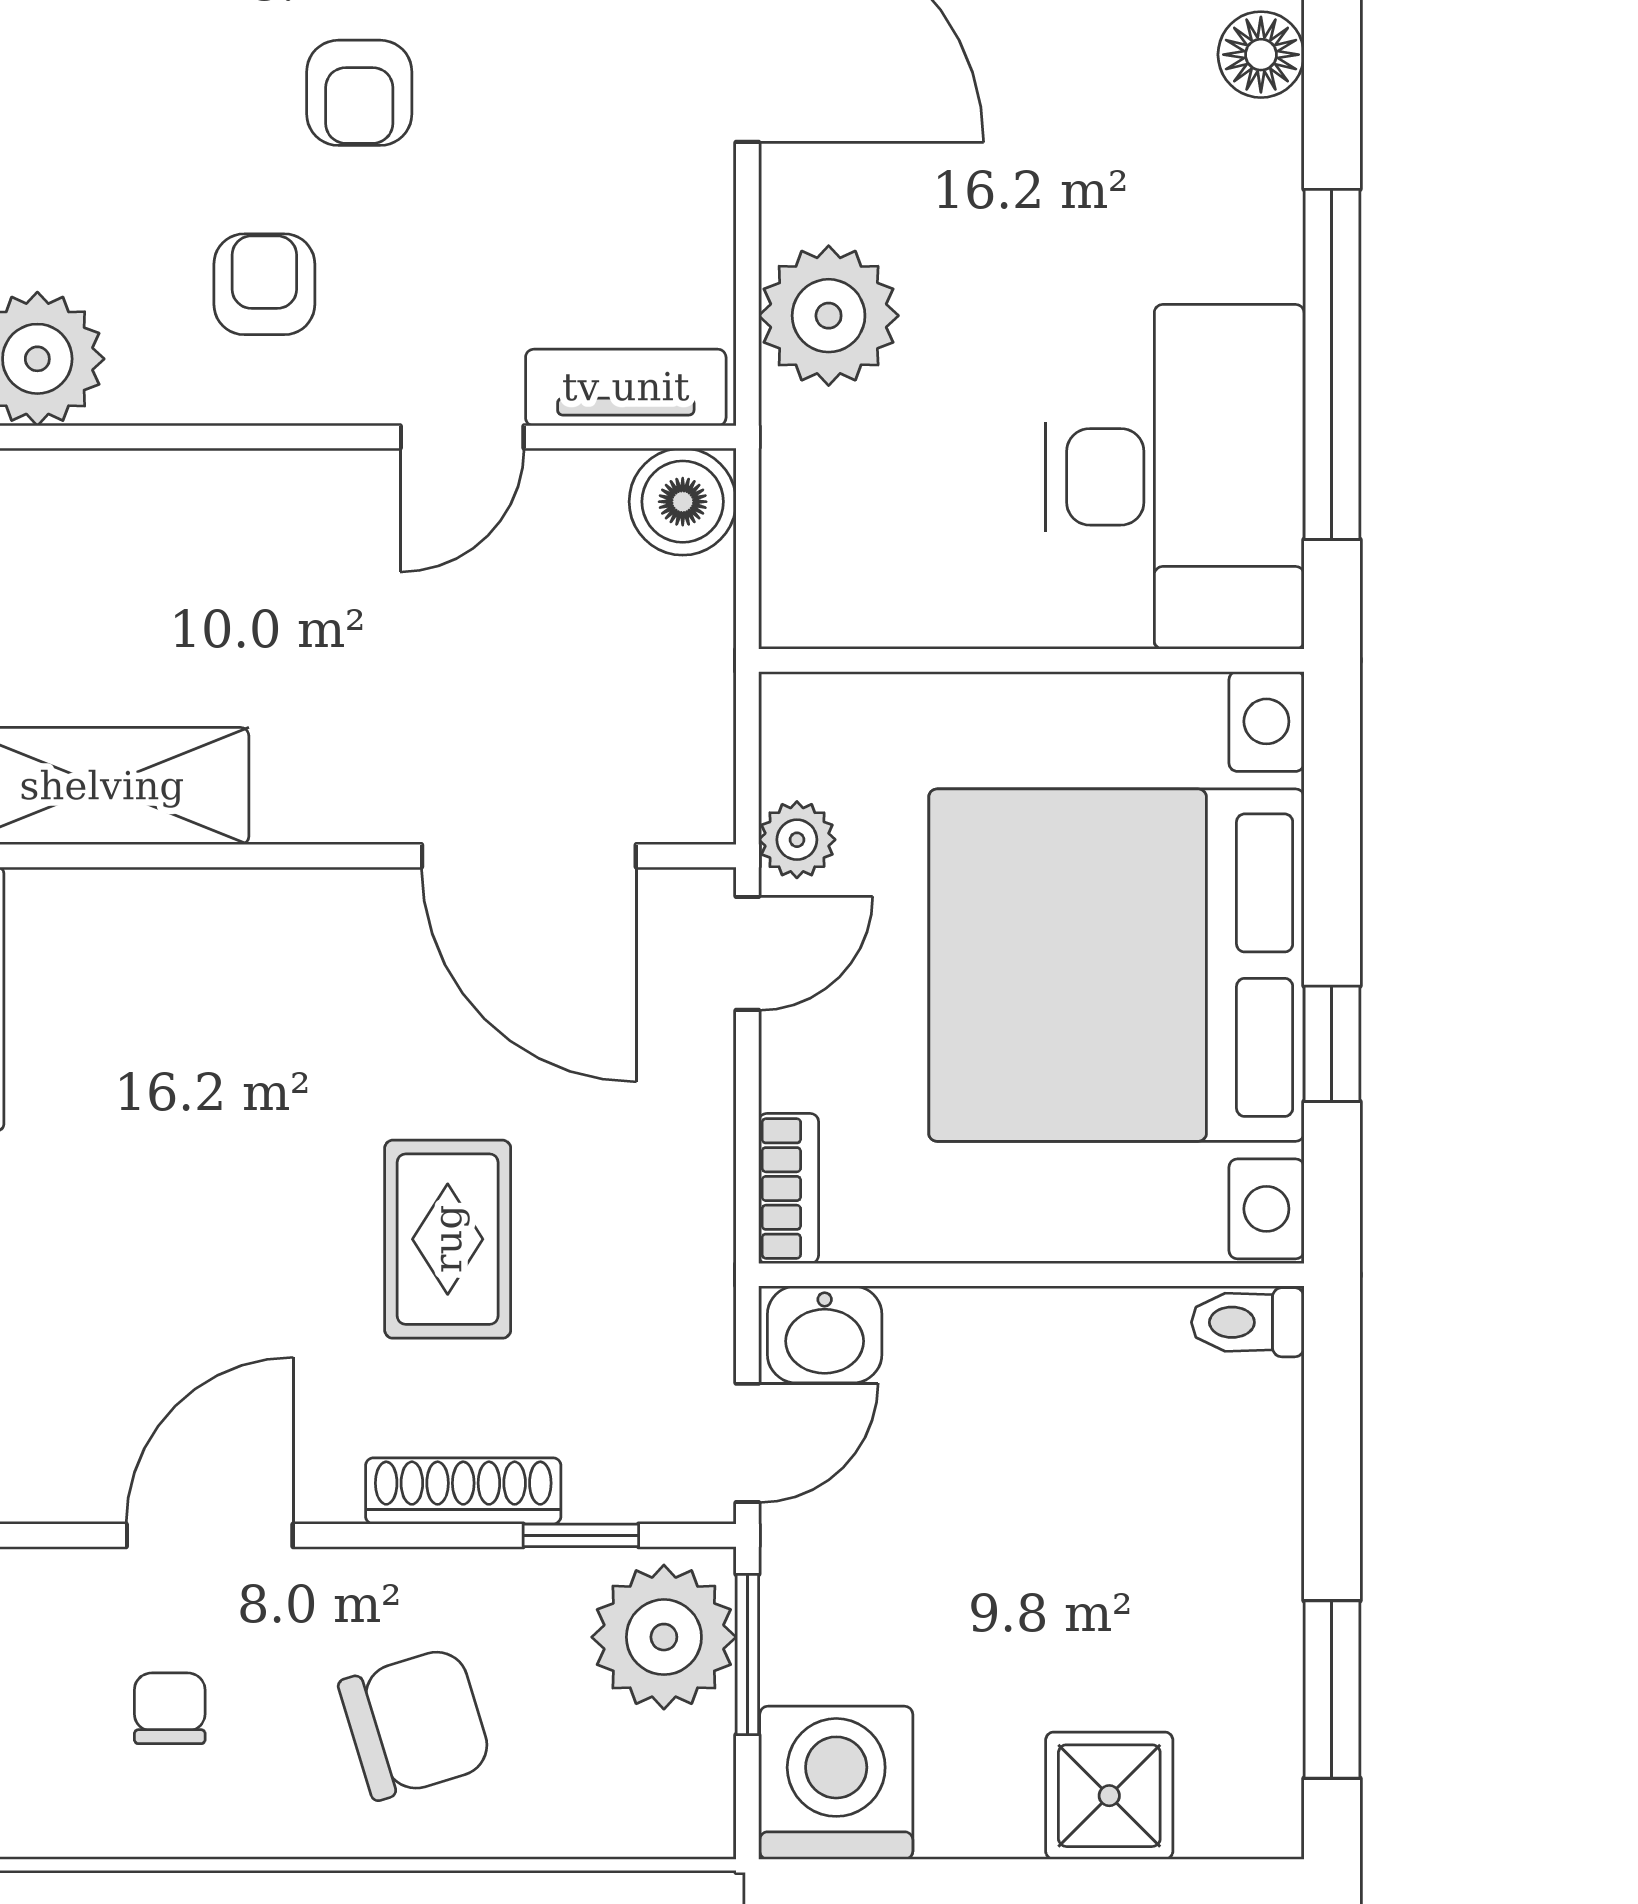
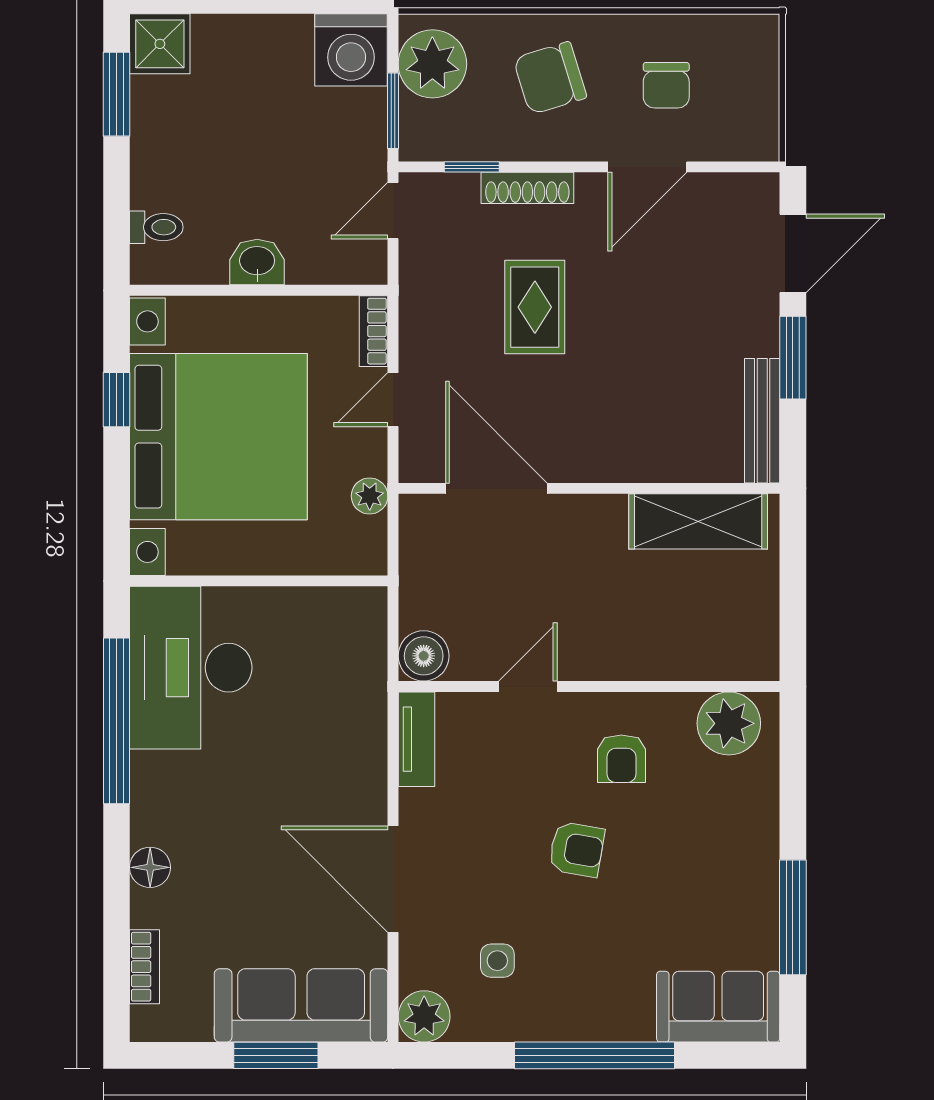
armchair: (359, 93) -> (577, 849), turned 100
plant: (829, 316) -> (355, 744), removed
tv unit: (626, 387) -> (416, 739), moved, turned -90
door: (747, 953) -> (393, 400), moved
toilet: (1248, 1322) -> (156, 227), moved
washbasin: (825, 1334) -> (257, 262), moved
plant: (664, 1637) -> (432, 64), moved
chair: (170, 1708) -> (666, 85), width x1.37, depth x1.37
shower: (1109, 1796) -> (160, 44), moved

